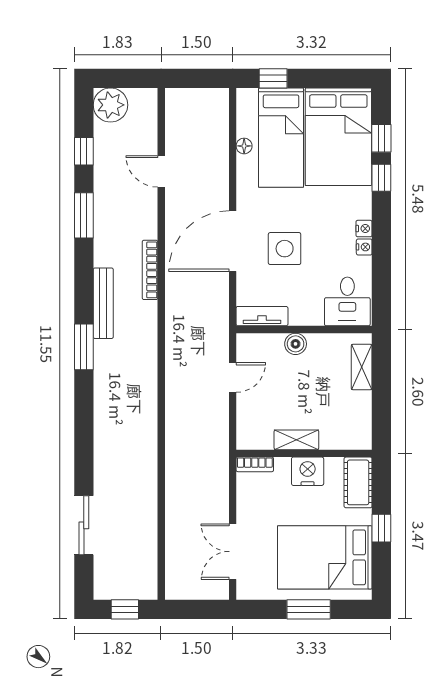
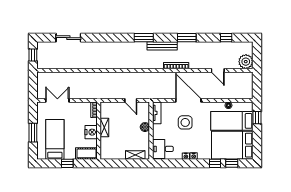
plant: (110, 105) -> (246, 62), moved
door: (161, 171) -> (218, 70), swing flipped
window: (84, 215) -> (187, 38), moved
bed: (325, 557) -> (55, 139), width x0.67

